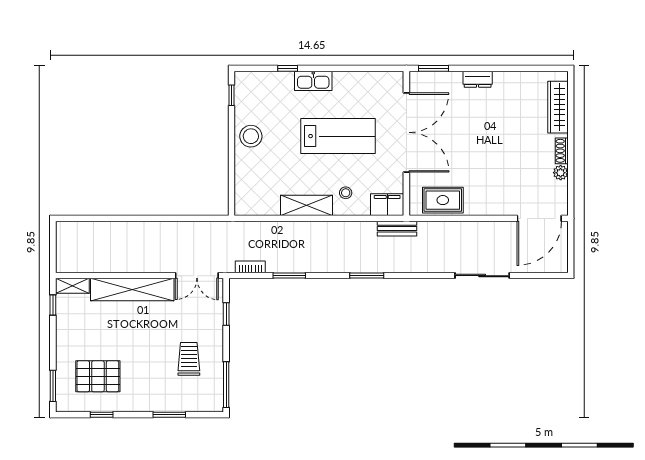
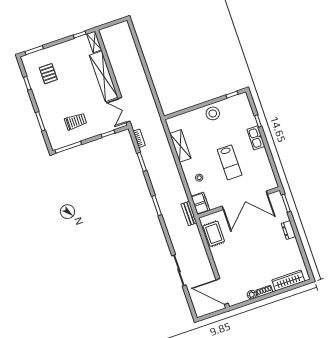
lab bench: (338, 136) -> (230, 162), width x0.73, depth x0.72
shelving: (306, 205) -> (180, 146), moved
pallet: (98, 376) -> (48, 74), width x0.67, depth x0.71

